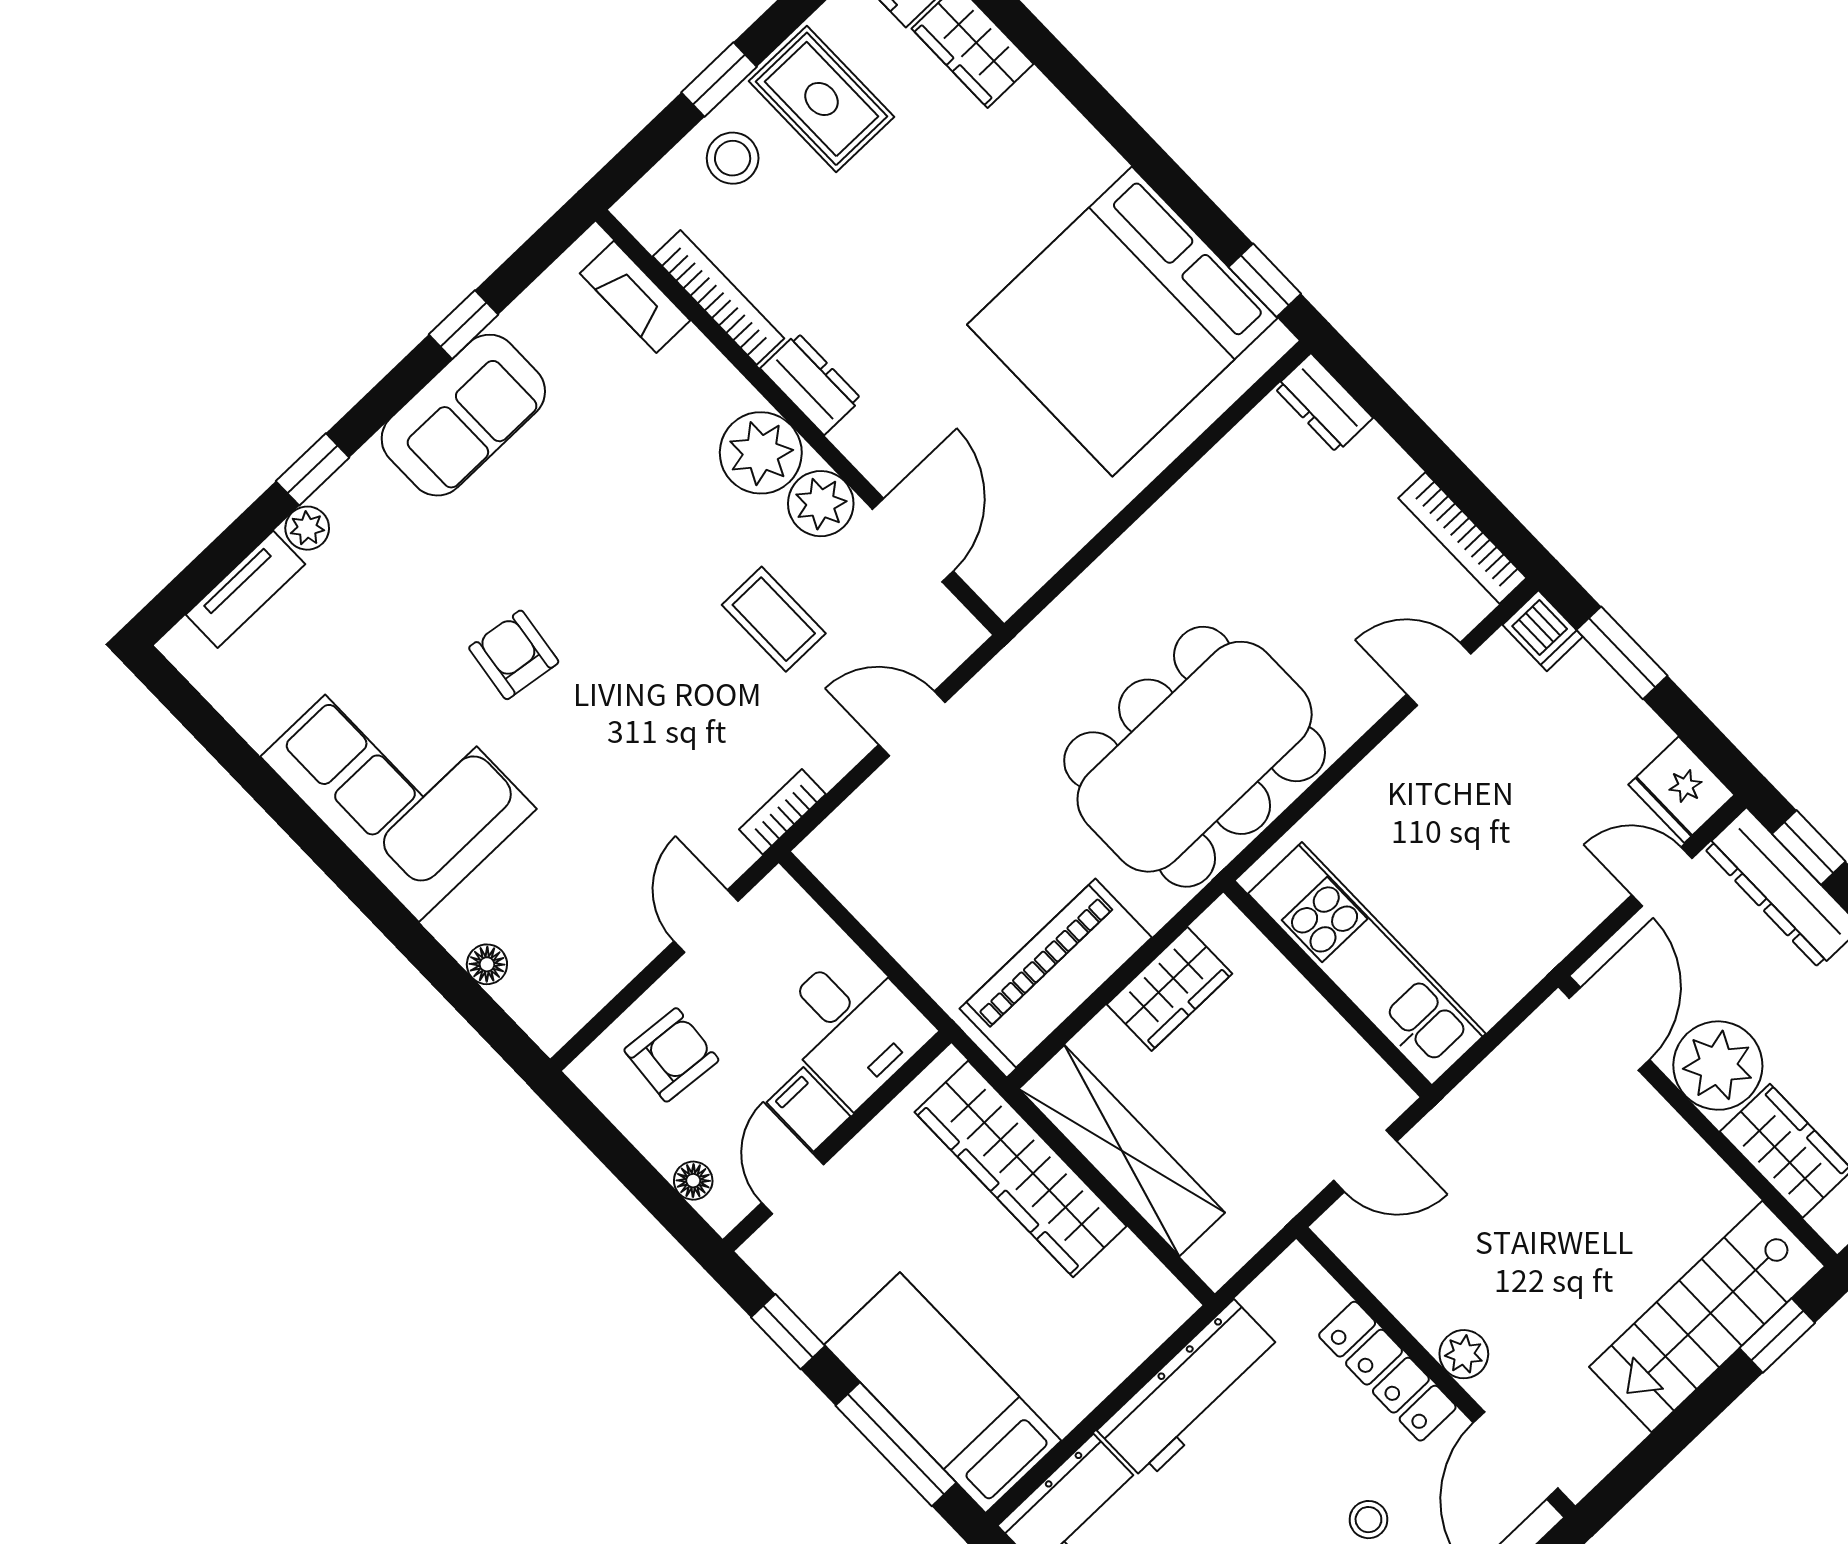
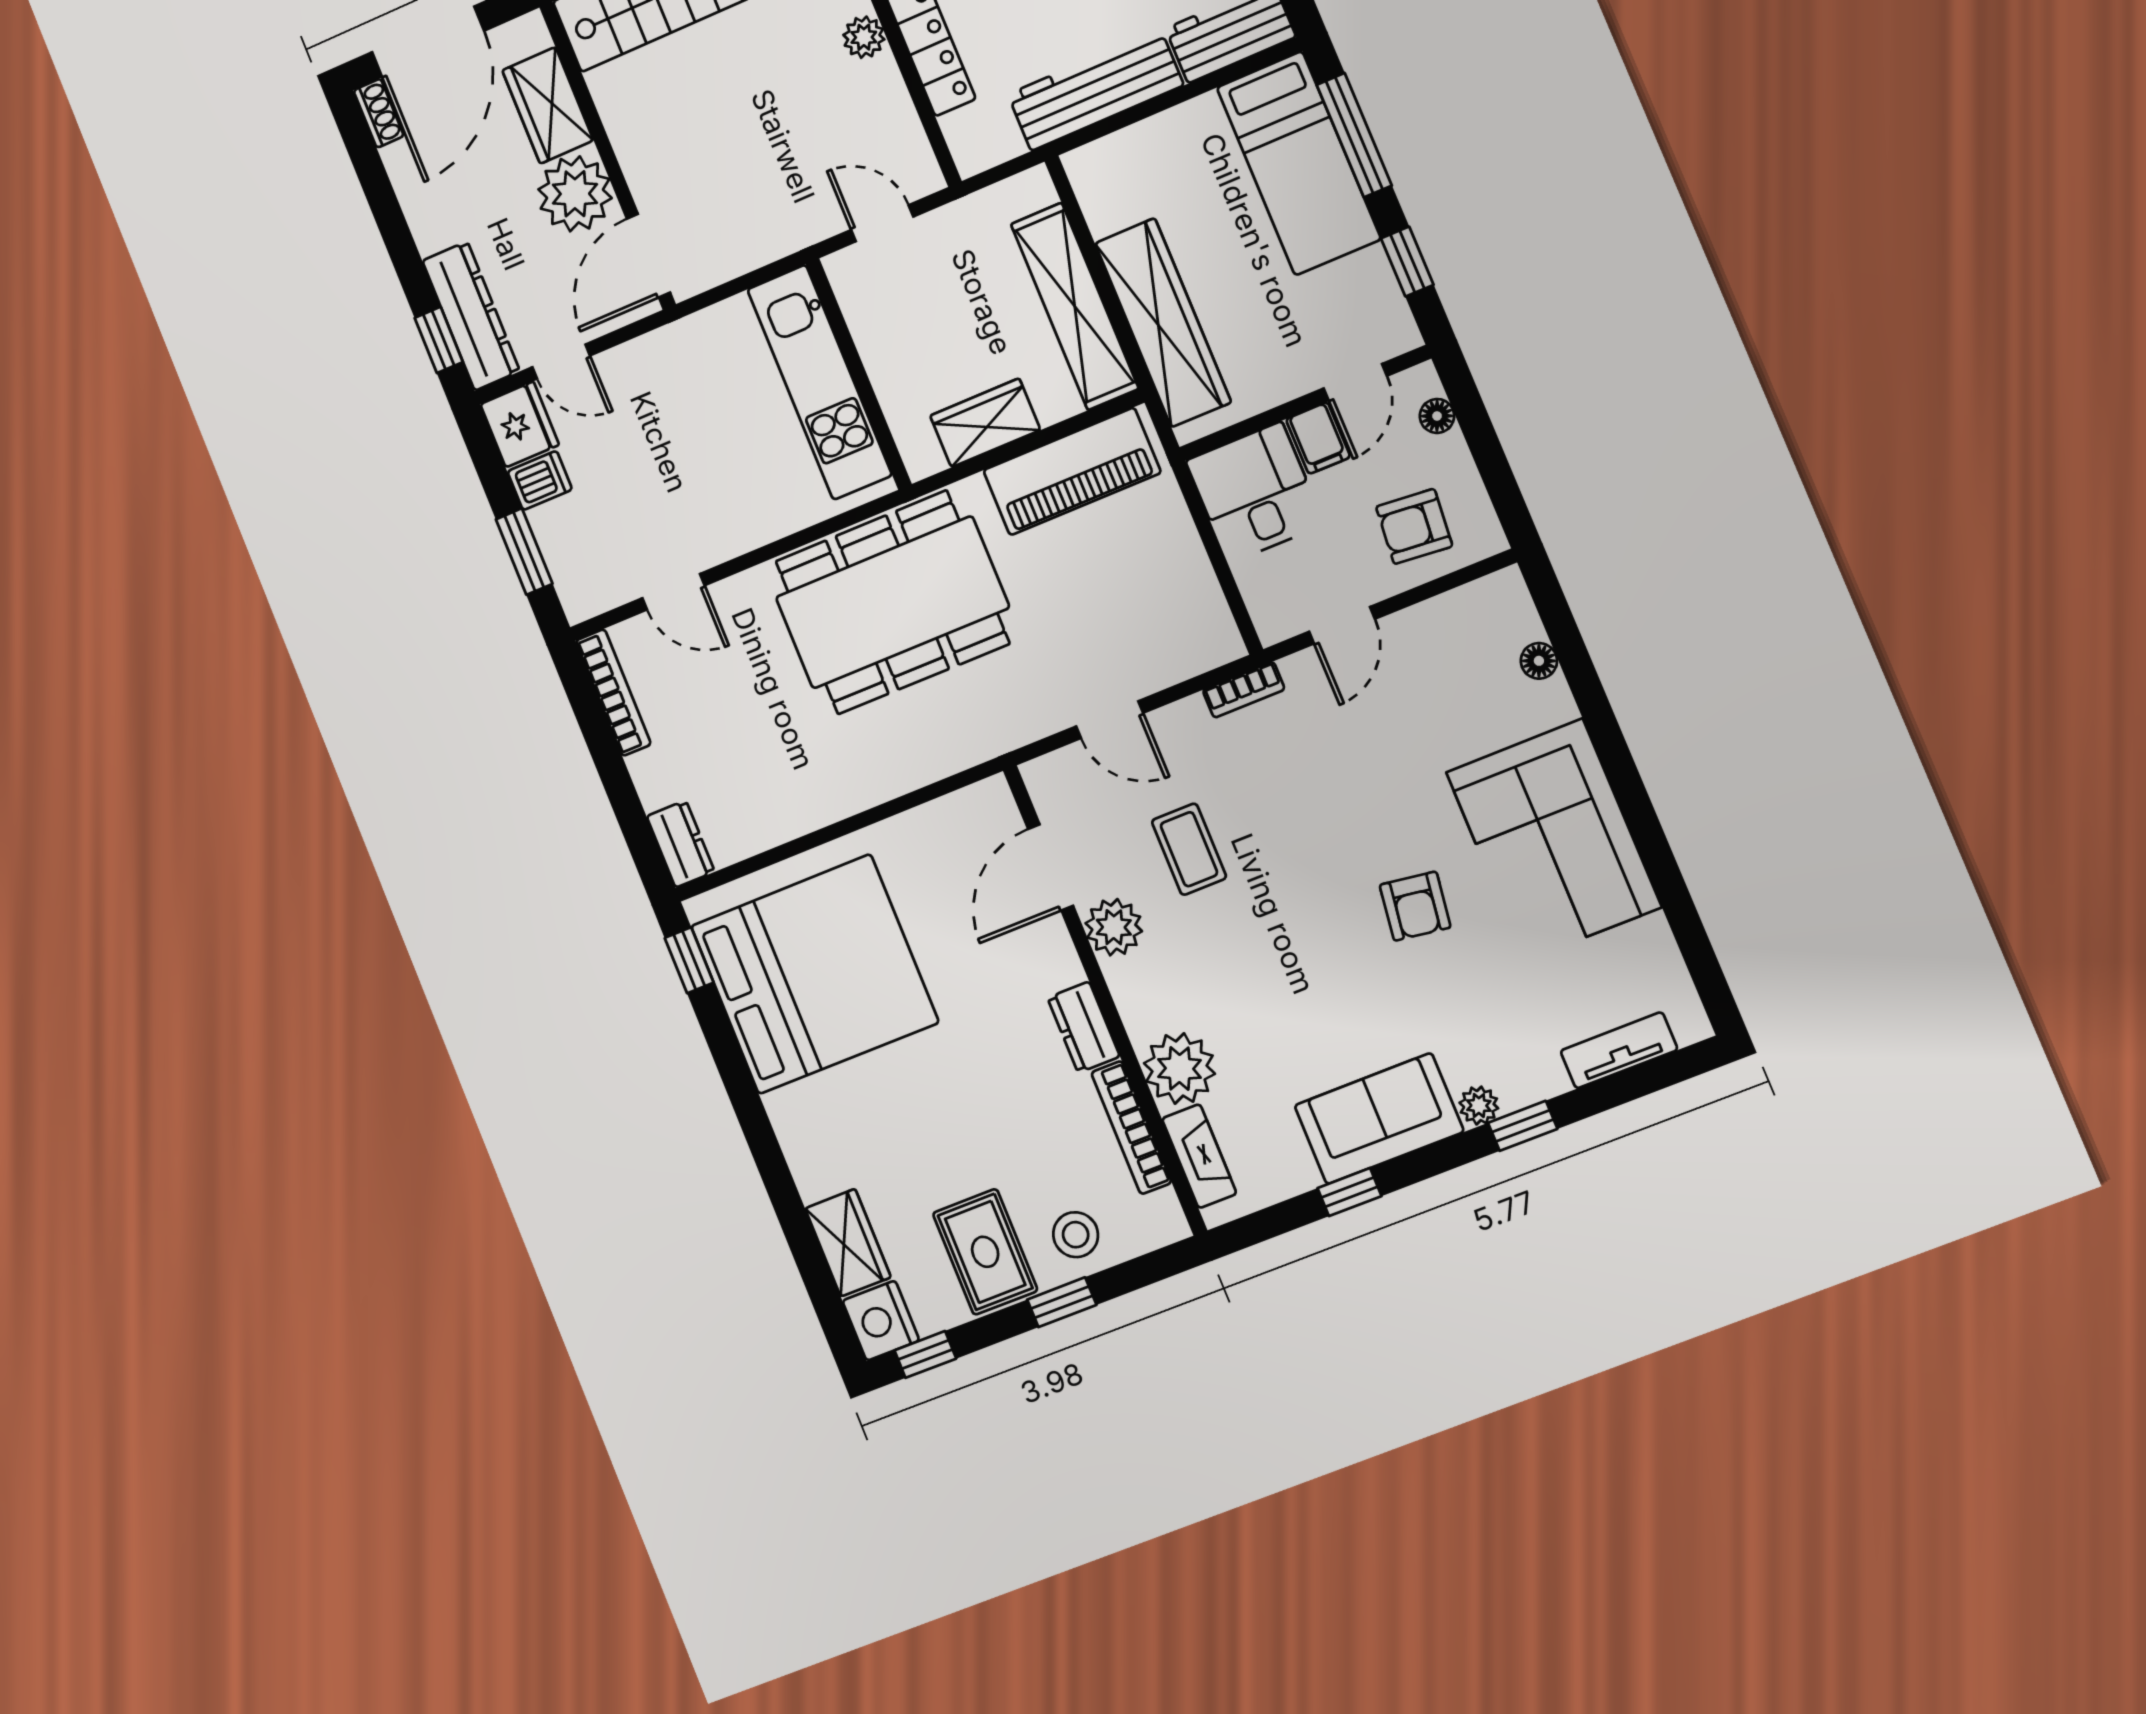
plant: (761, 453) -> (1180, 1068), moved
plant: (307, 528) -> (1479, 1106), moved
dishwasher: (1543, 631) -> (540, 480), moved, turned 90

